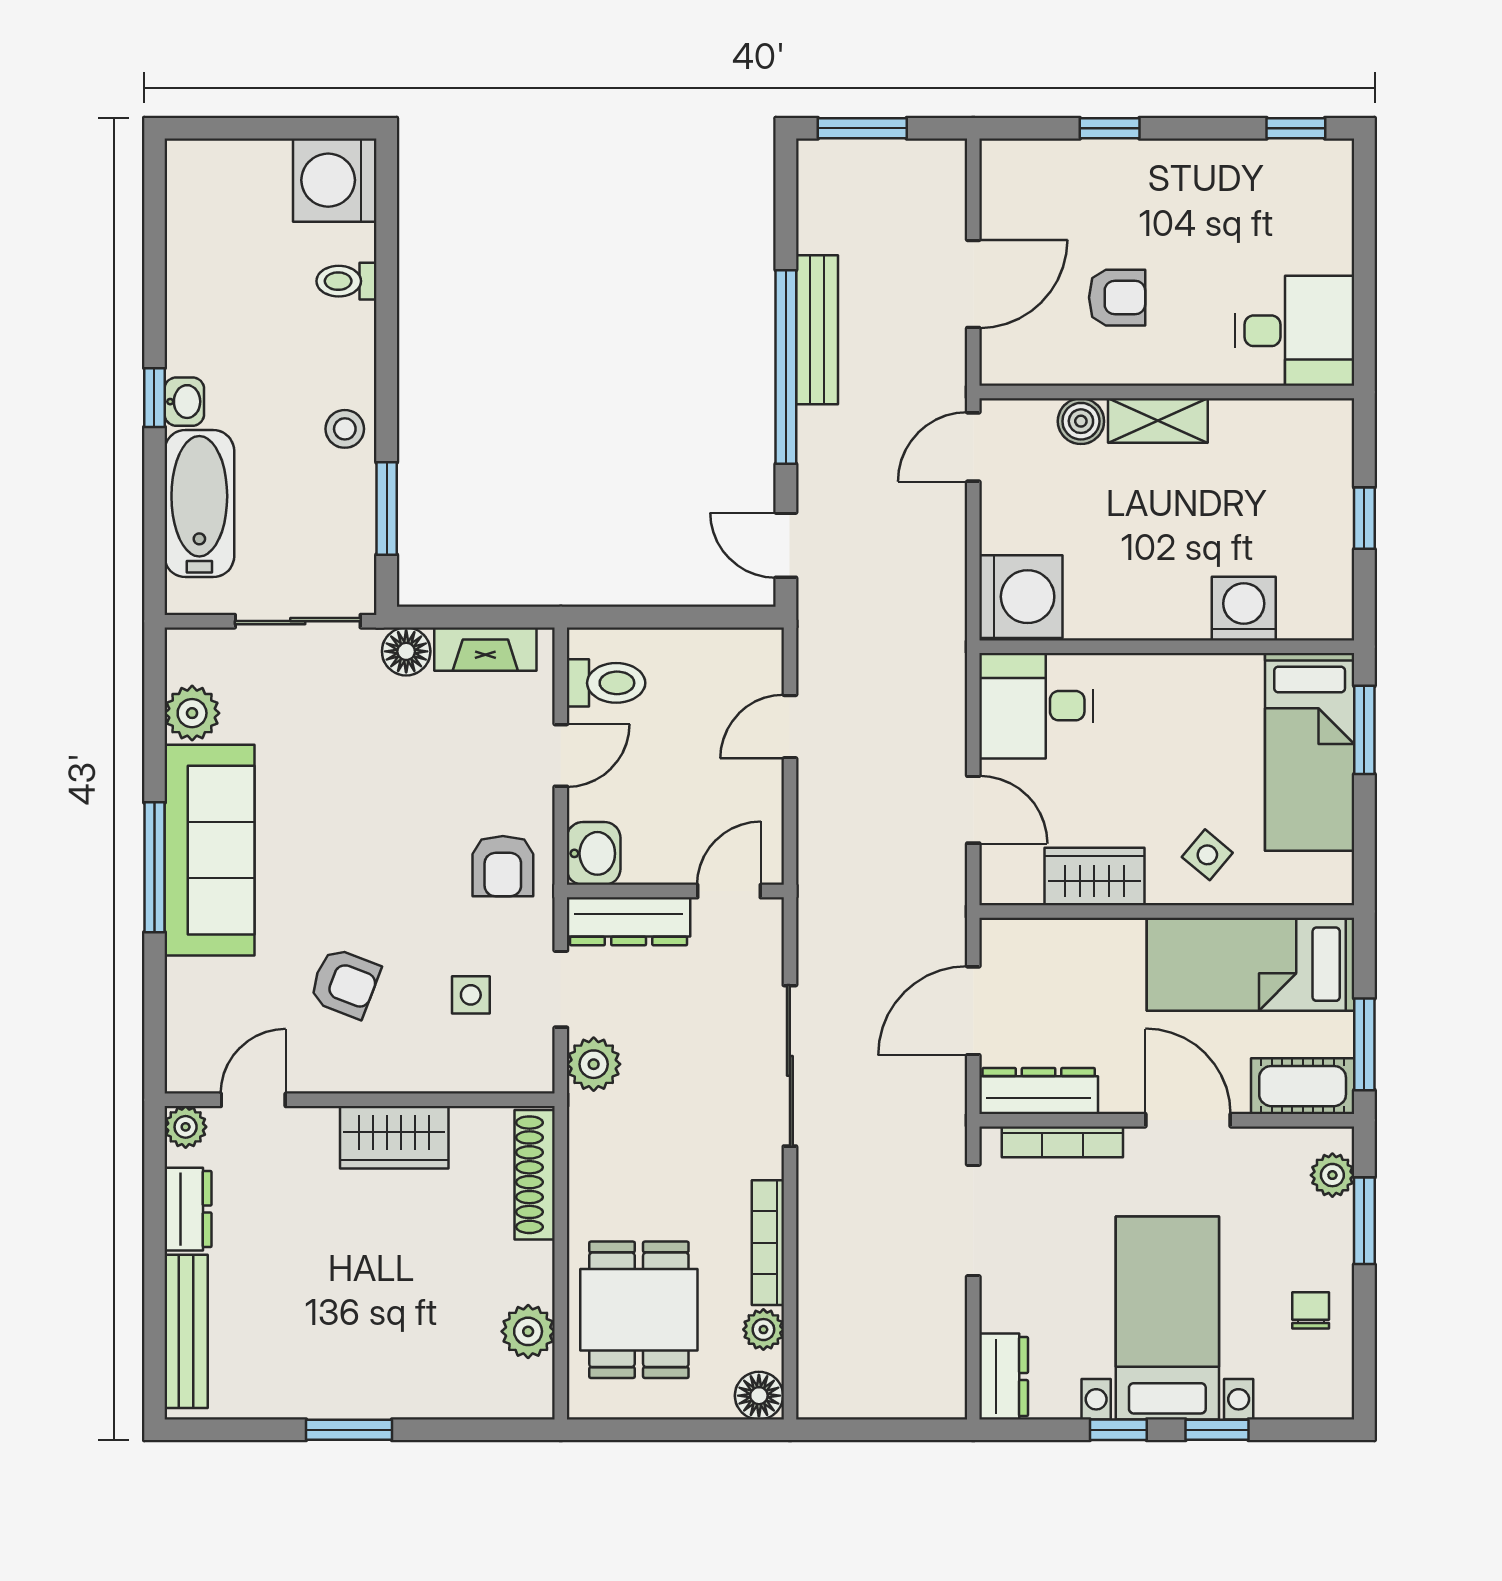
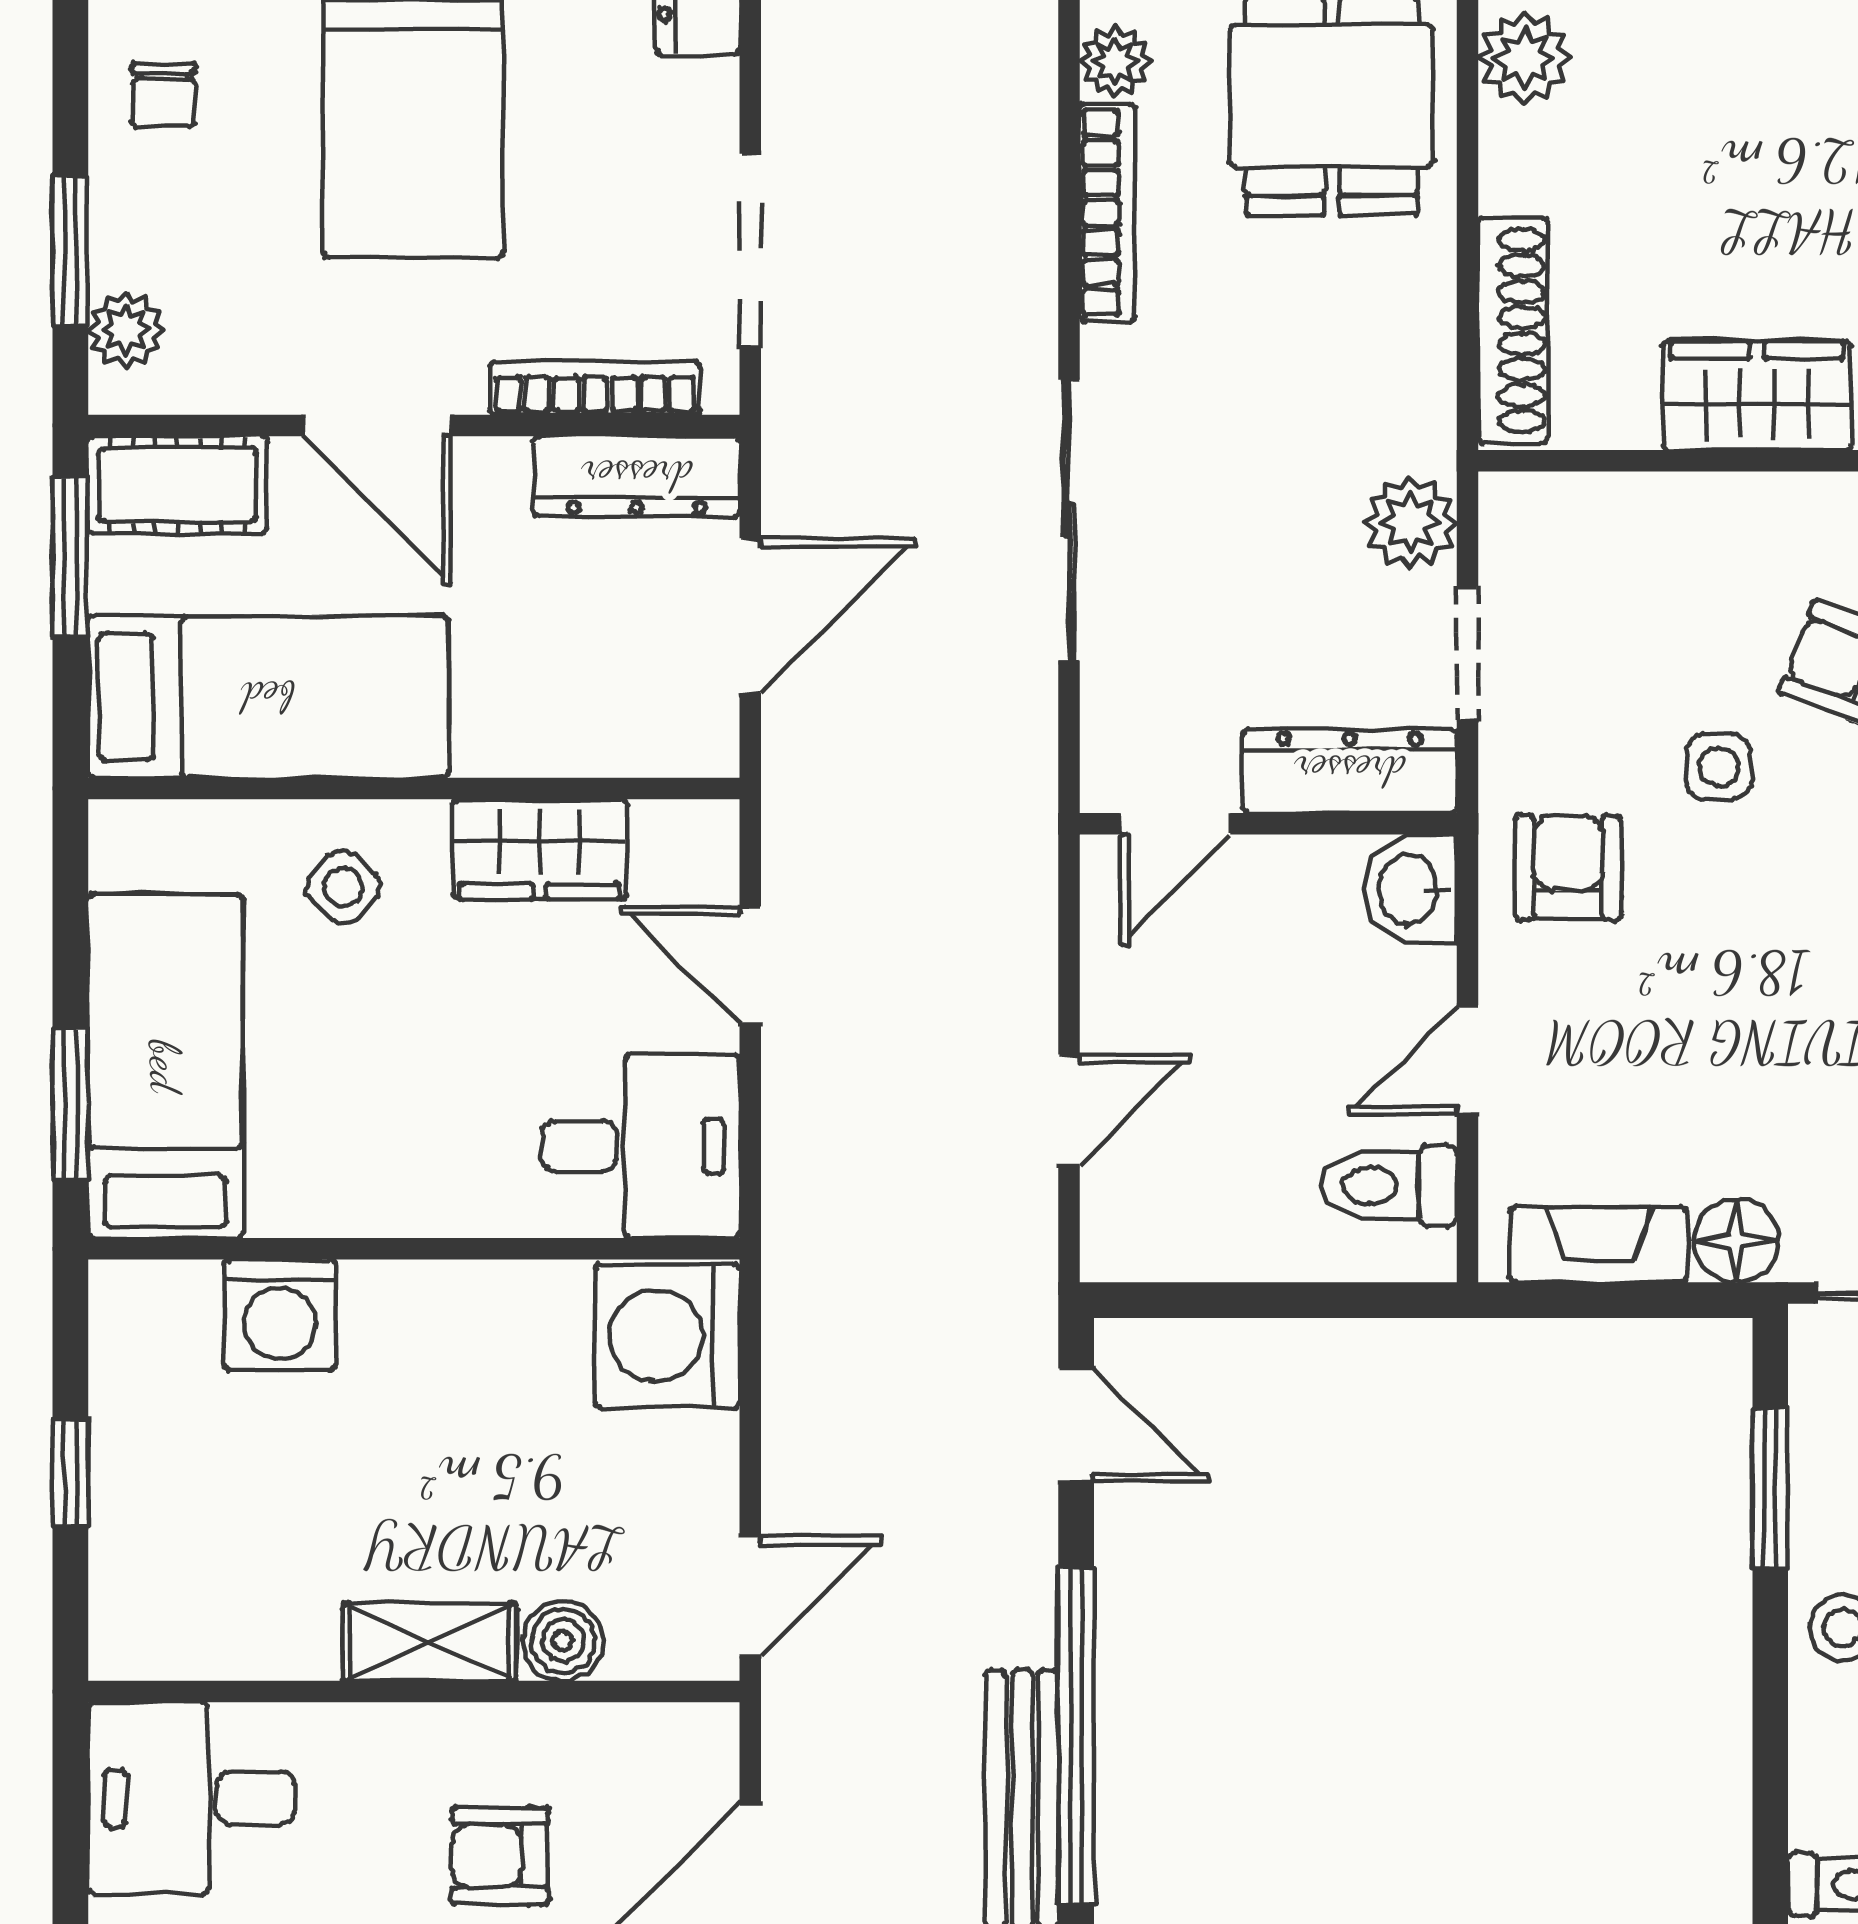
side table: (471, 995) -> (1719, 767), moved

